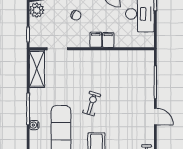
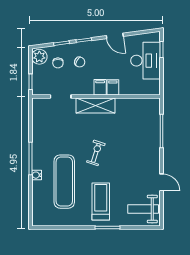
chair: (55, 16) -> (58, 63), added
shelving: (37, 69) -> (95, 106), moved, turned 90
door: (155, 117) -> (161, 182), moved

